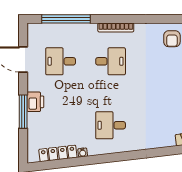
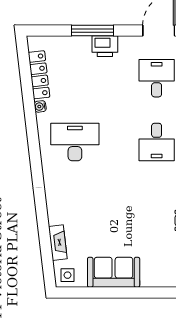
desk: (111, 125) -> (75, 142), width x1.37

